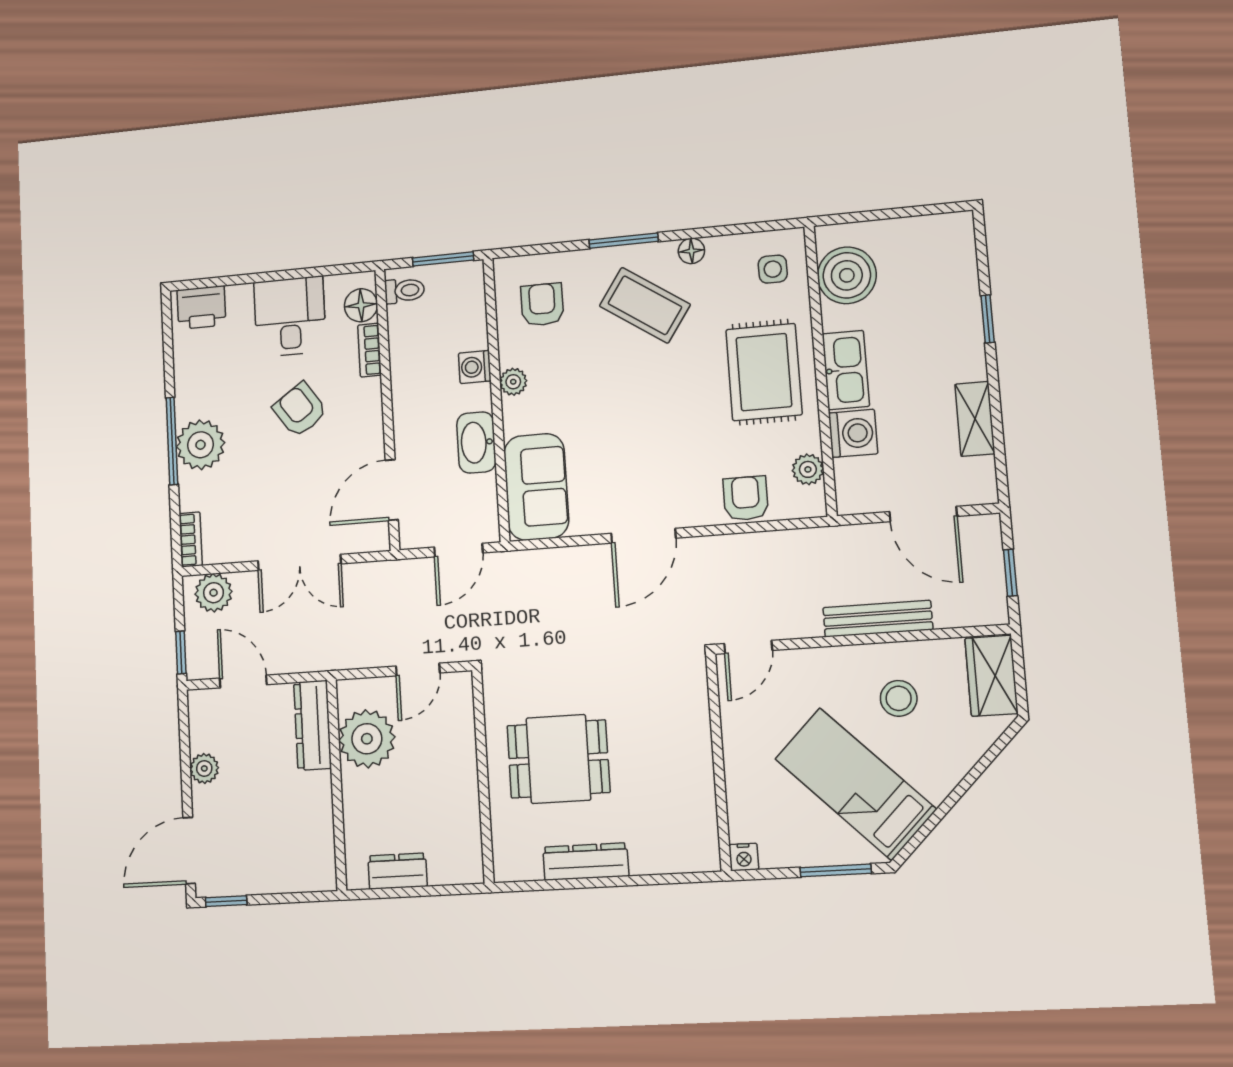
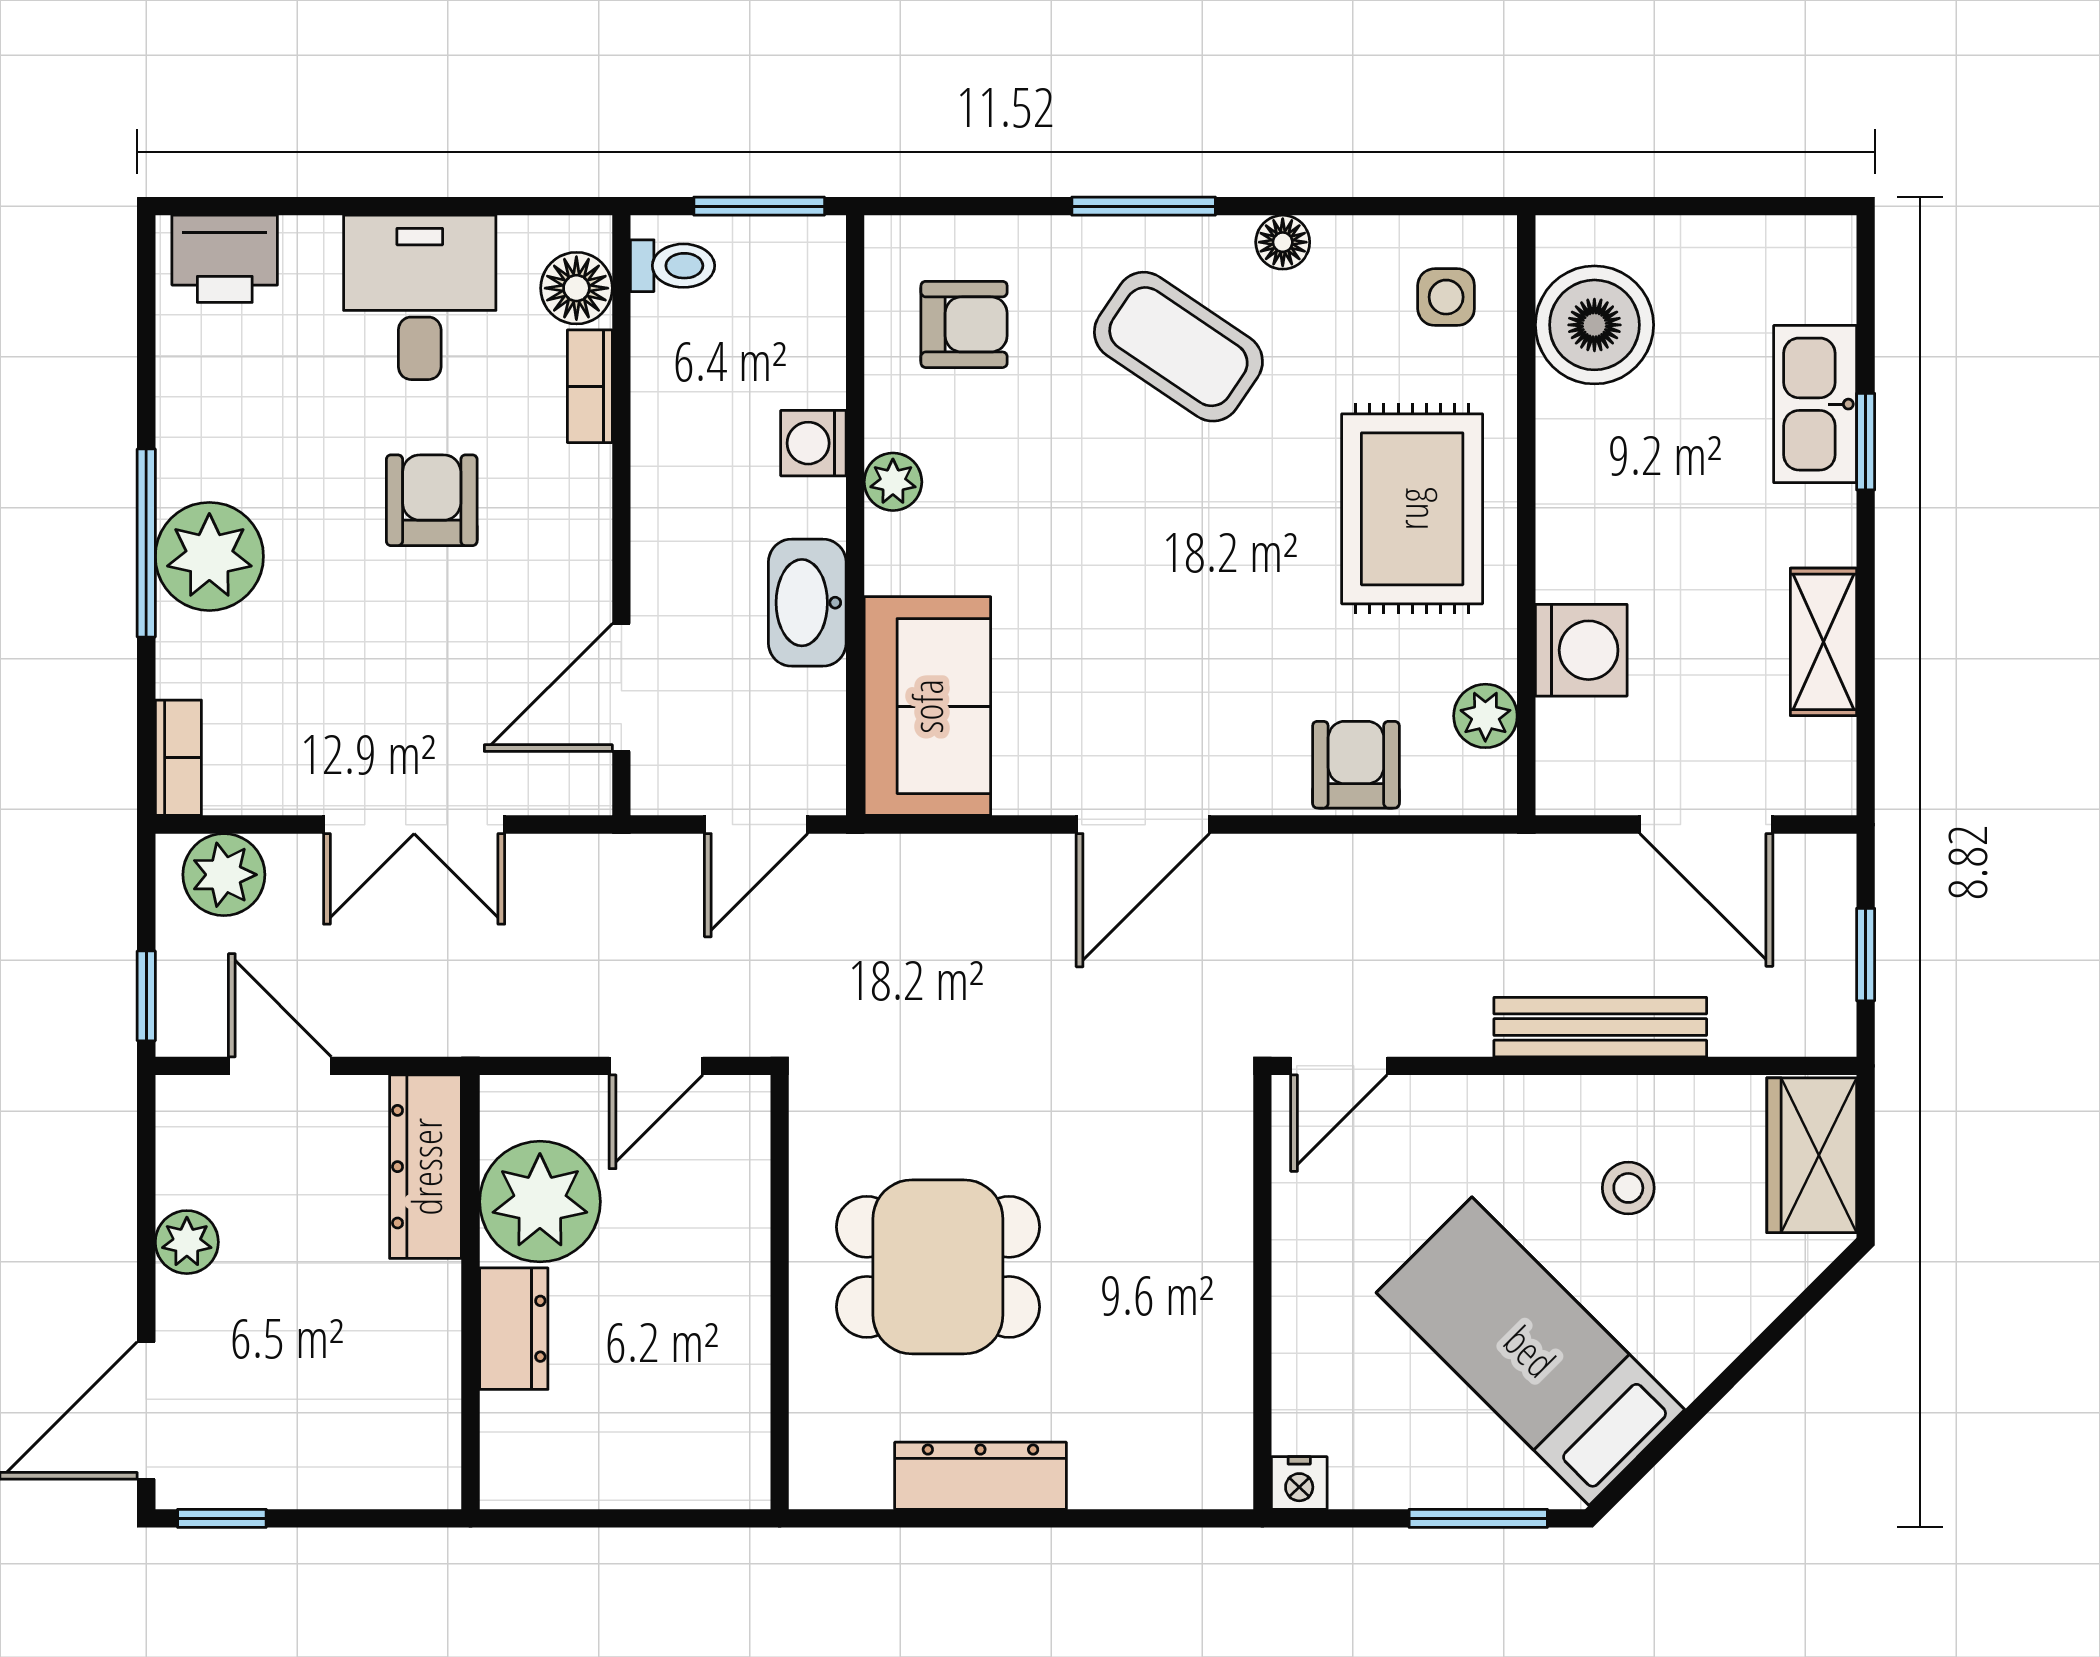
armchair: (542, 305) -> (964, 324), turned 90
kitchen sink: (846, 370) -> (1815, 404), moved, turned 180
armchair: (300, 410) -> (432, 500), turned 35
stool: (899, 698) -> (1628, 1188), width x0.73, depth x0.73
dresser: (398, 871) -> (514, 1329), moved, turned 90

